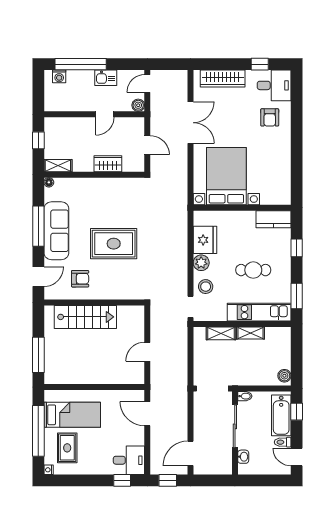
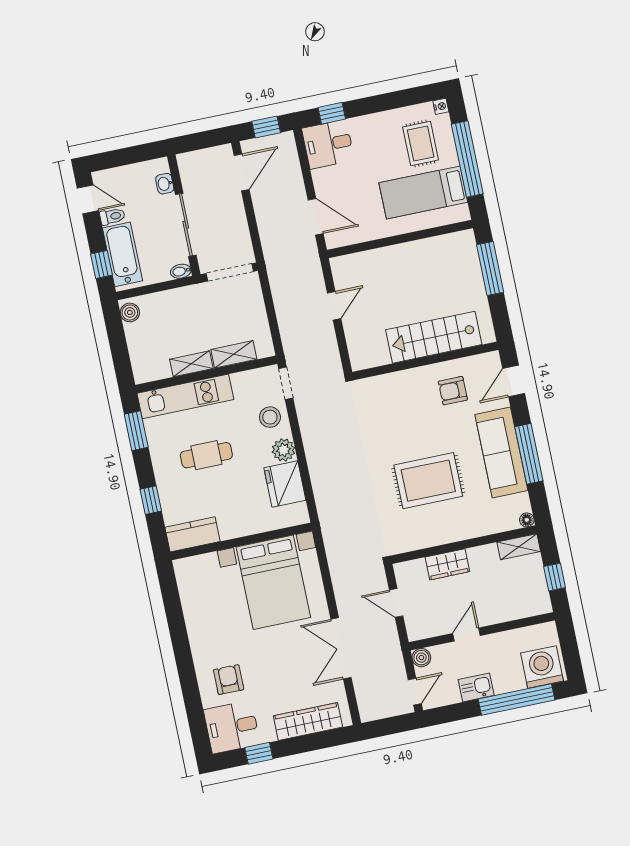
washing machine: (59, 76) -> (542, 667), width x1.89, depth x1.89
rug: (114, 244) -> (428, 481), moved

